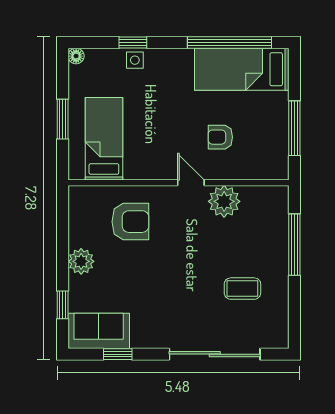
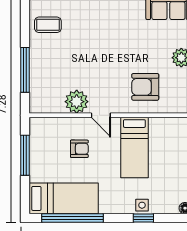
bed: (104, 139) -> (134, 148), moved
coffee table: (242, 289) -> (48, 25), moved

